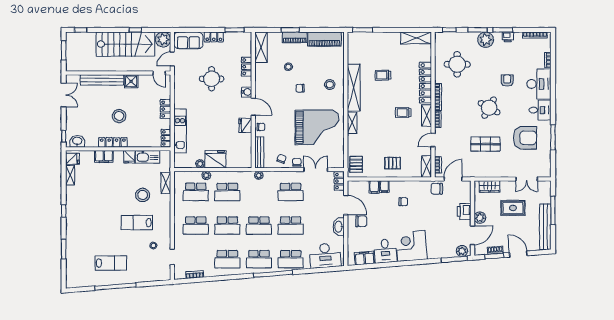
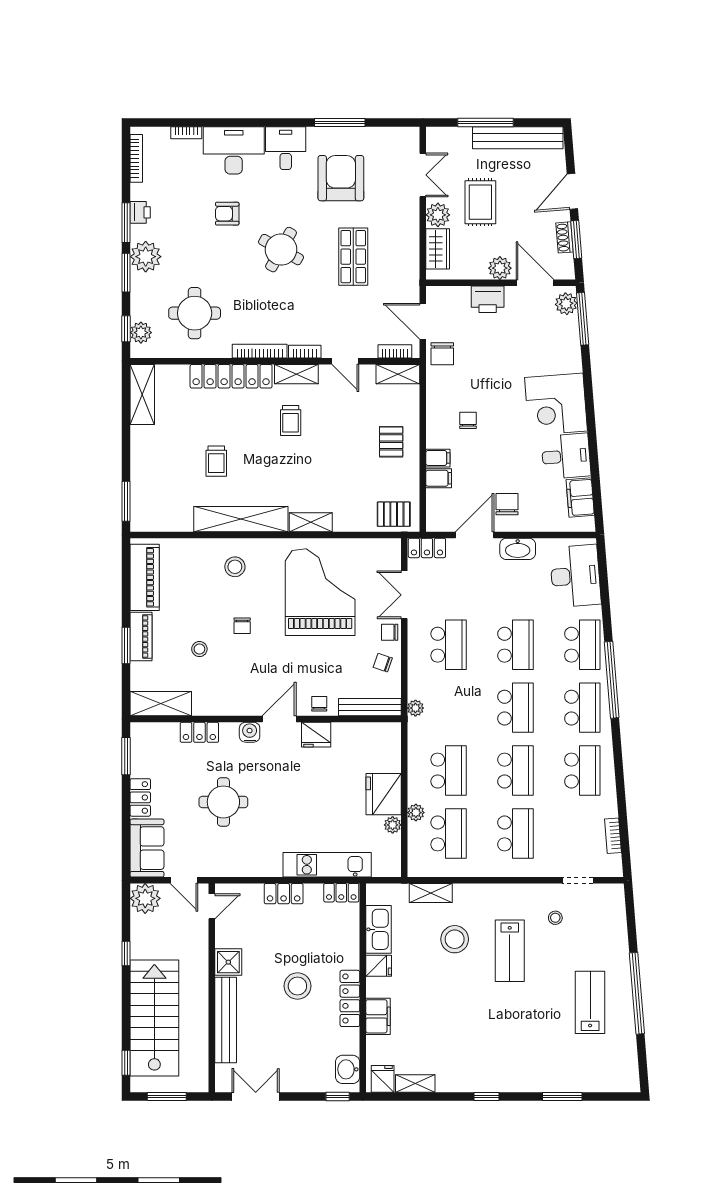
plant: (447, 37) -> (141, 333), added
stairs: (125, 44) -> (154, 1018), moved
plant: (507, 187) -> (438, 215), added

